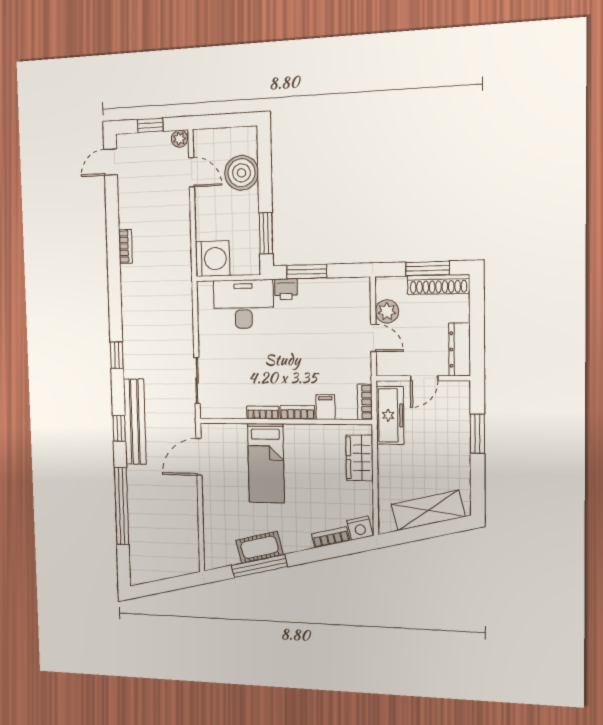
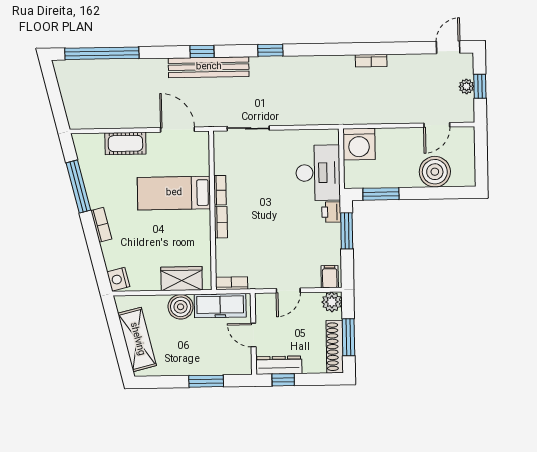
plant: (179, 139) -> (466, 86), moved
door: (111, 162) -> (448, 47), hinge flipped
plant: (387, 311) -> (332, 302), moved
window: (477, 344) -> (283, 380), added
filing cabinet: (325, 407) -> (330, 277), moved, turned -90
boiler: (391, 460) -> (181, 307), added
window: (122, 506) -> (102, 53), moved
bookcase: (331, 537) -> (101, 225), moved
cot: (259, 547) -> (125, 143), moved, turned -76

